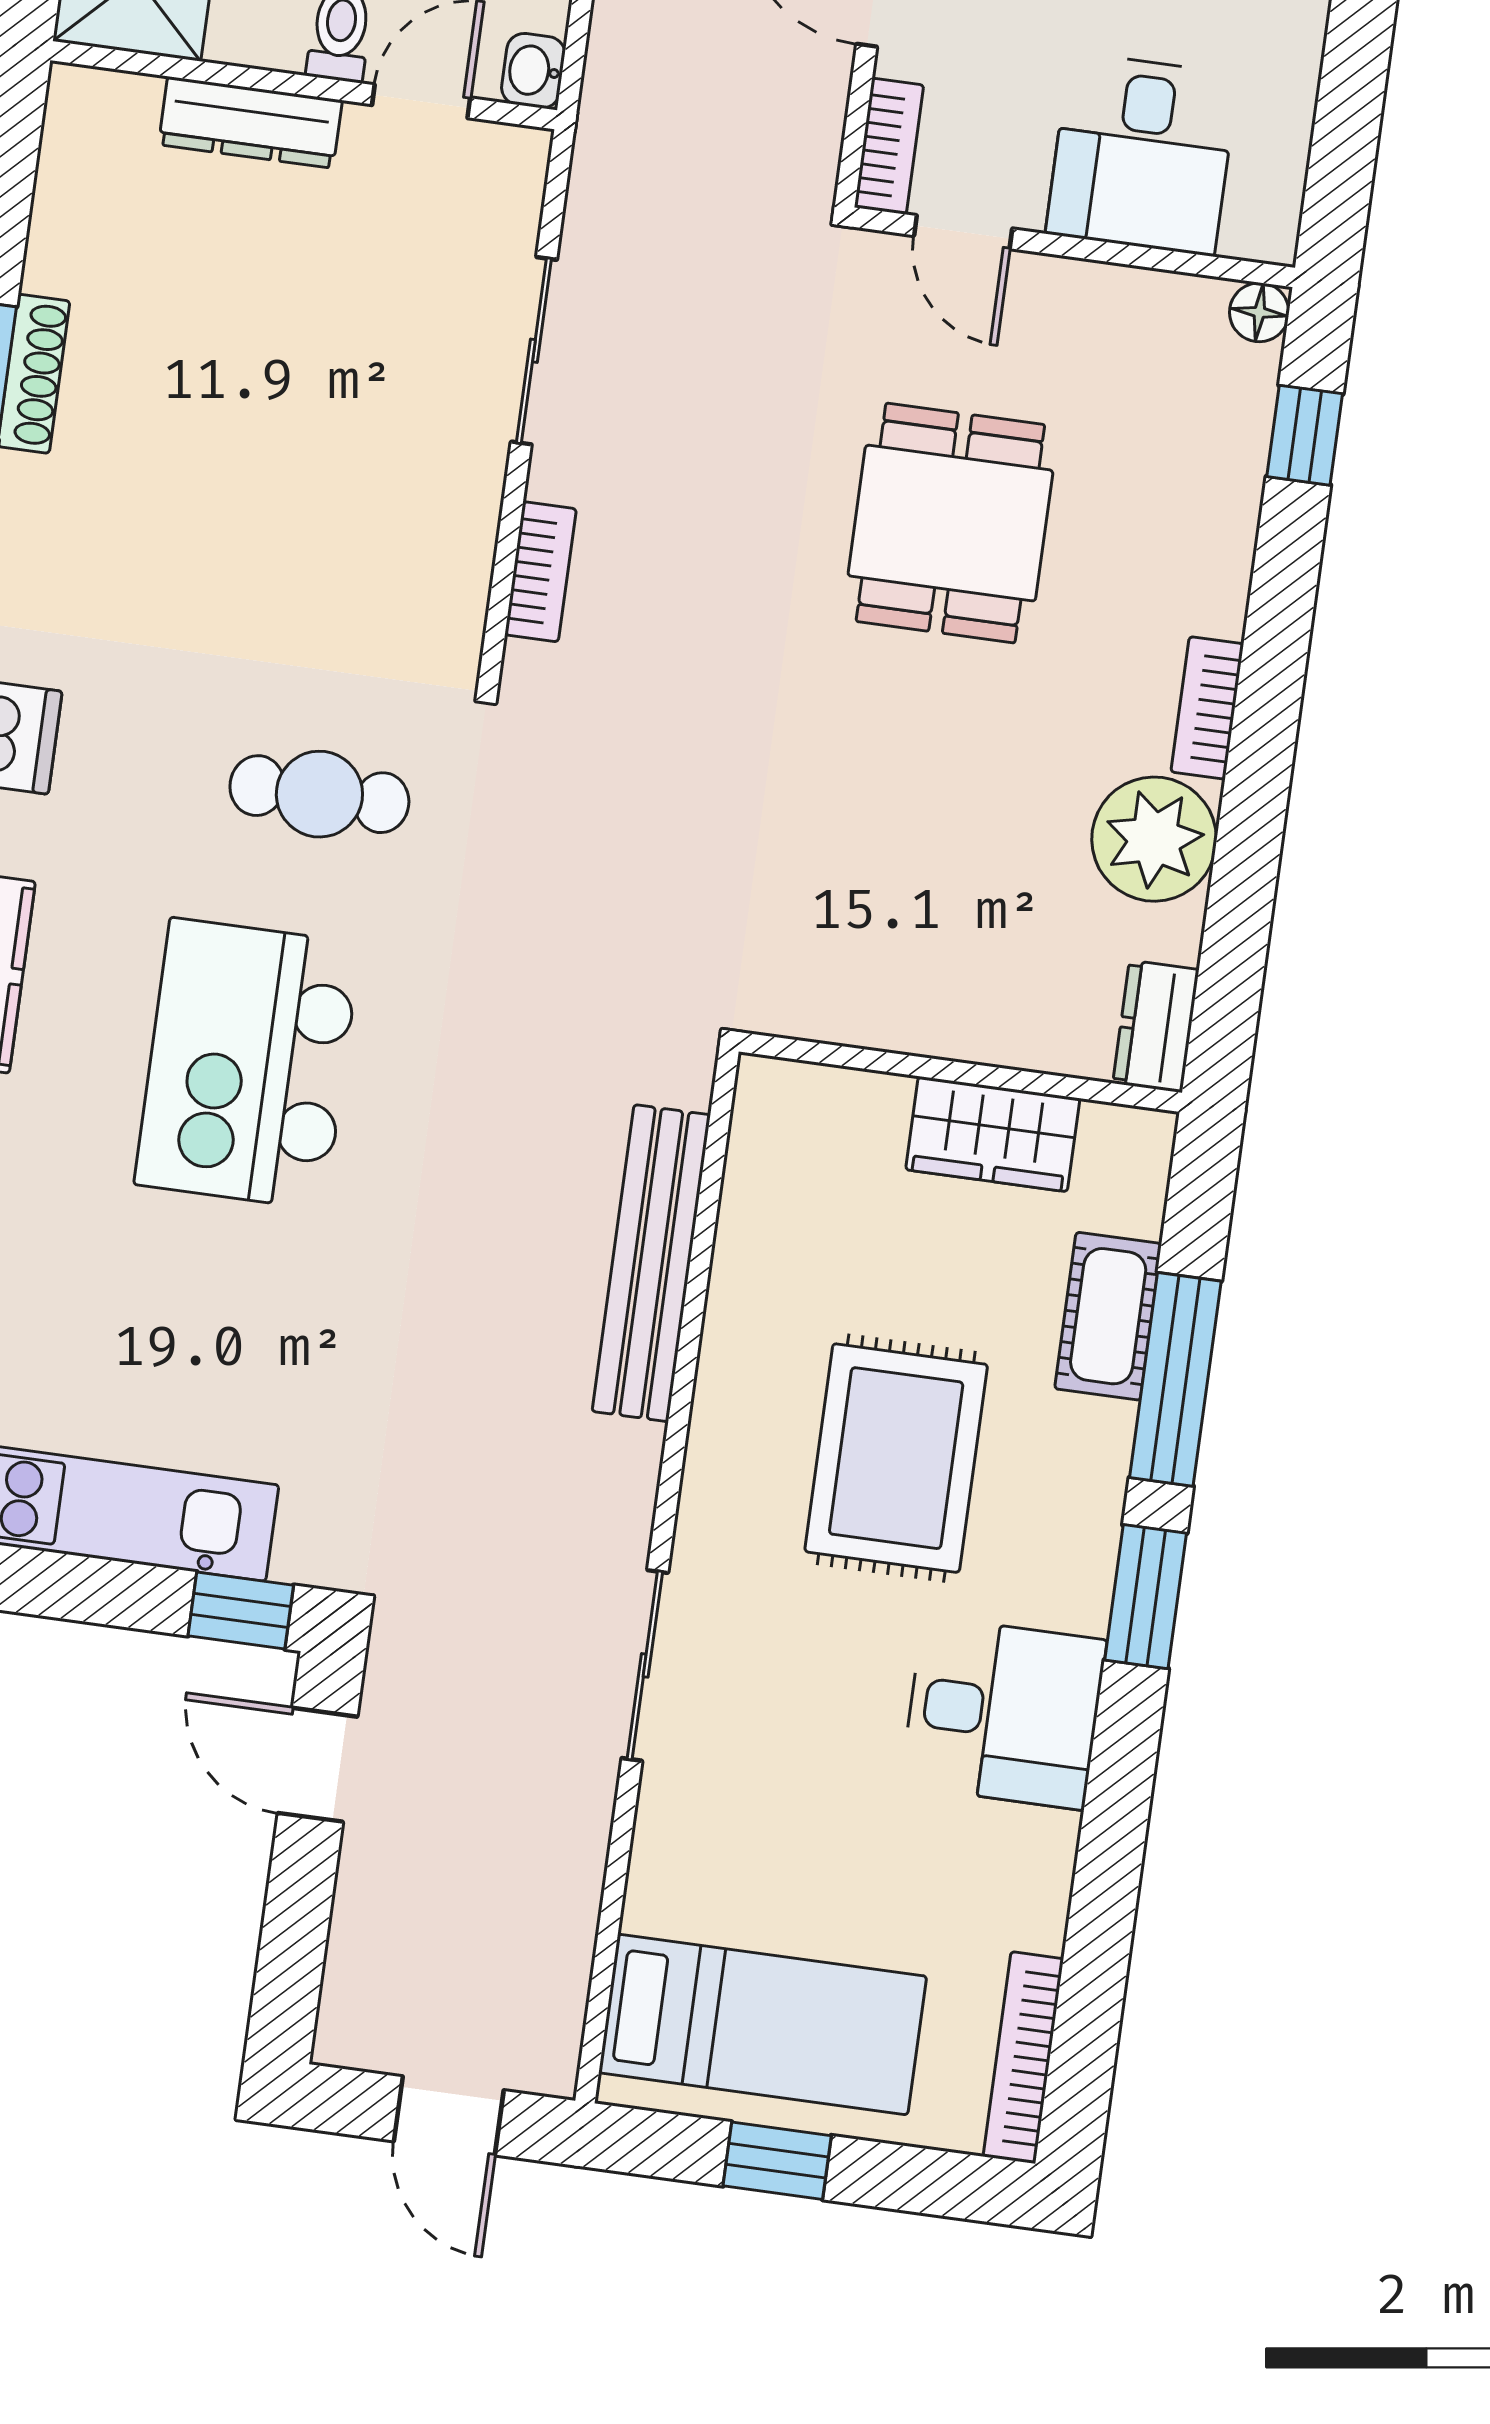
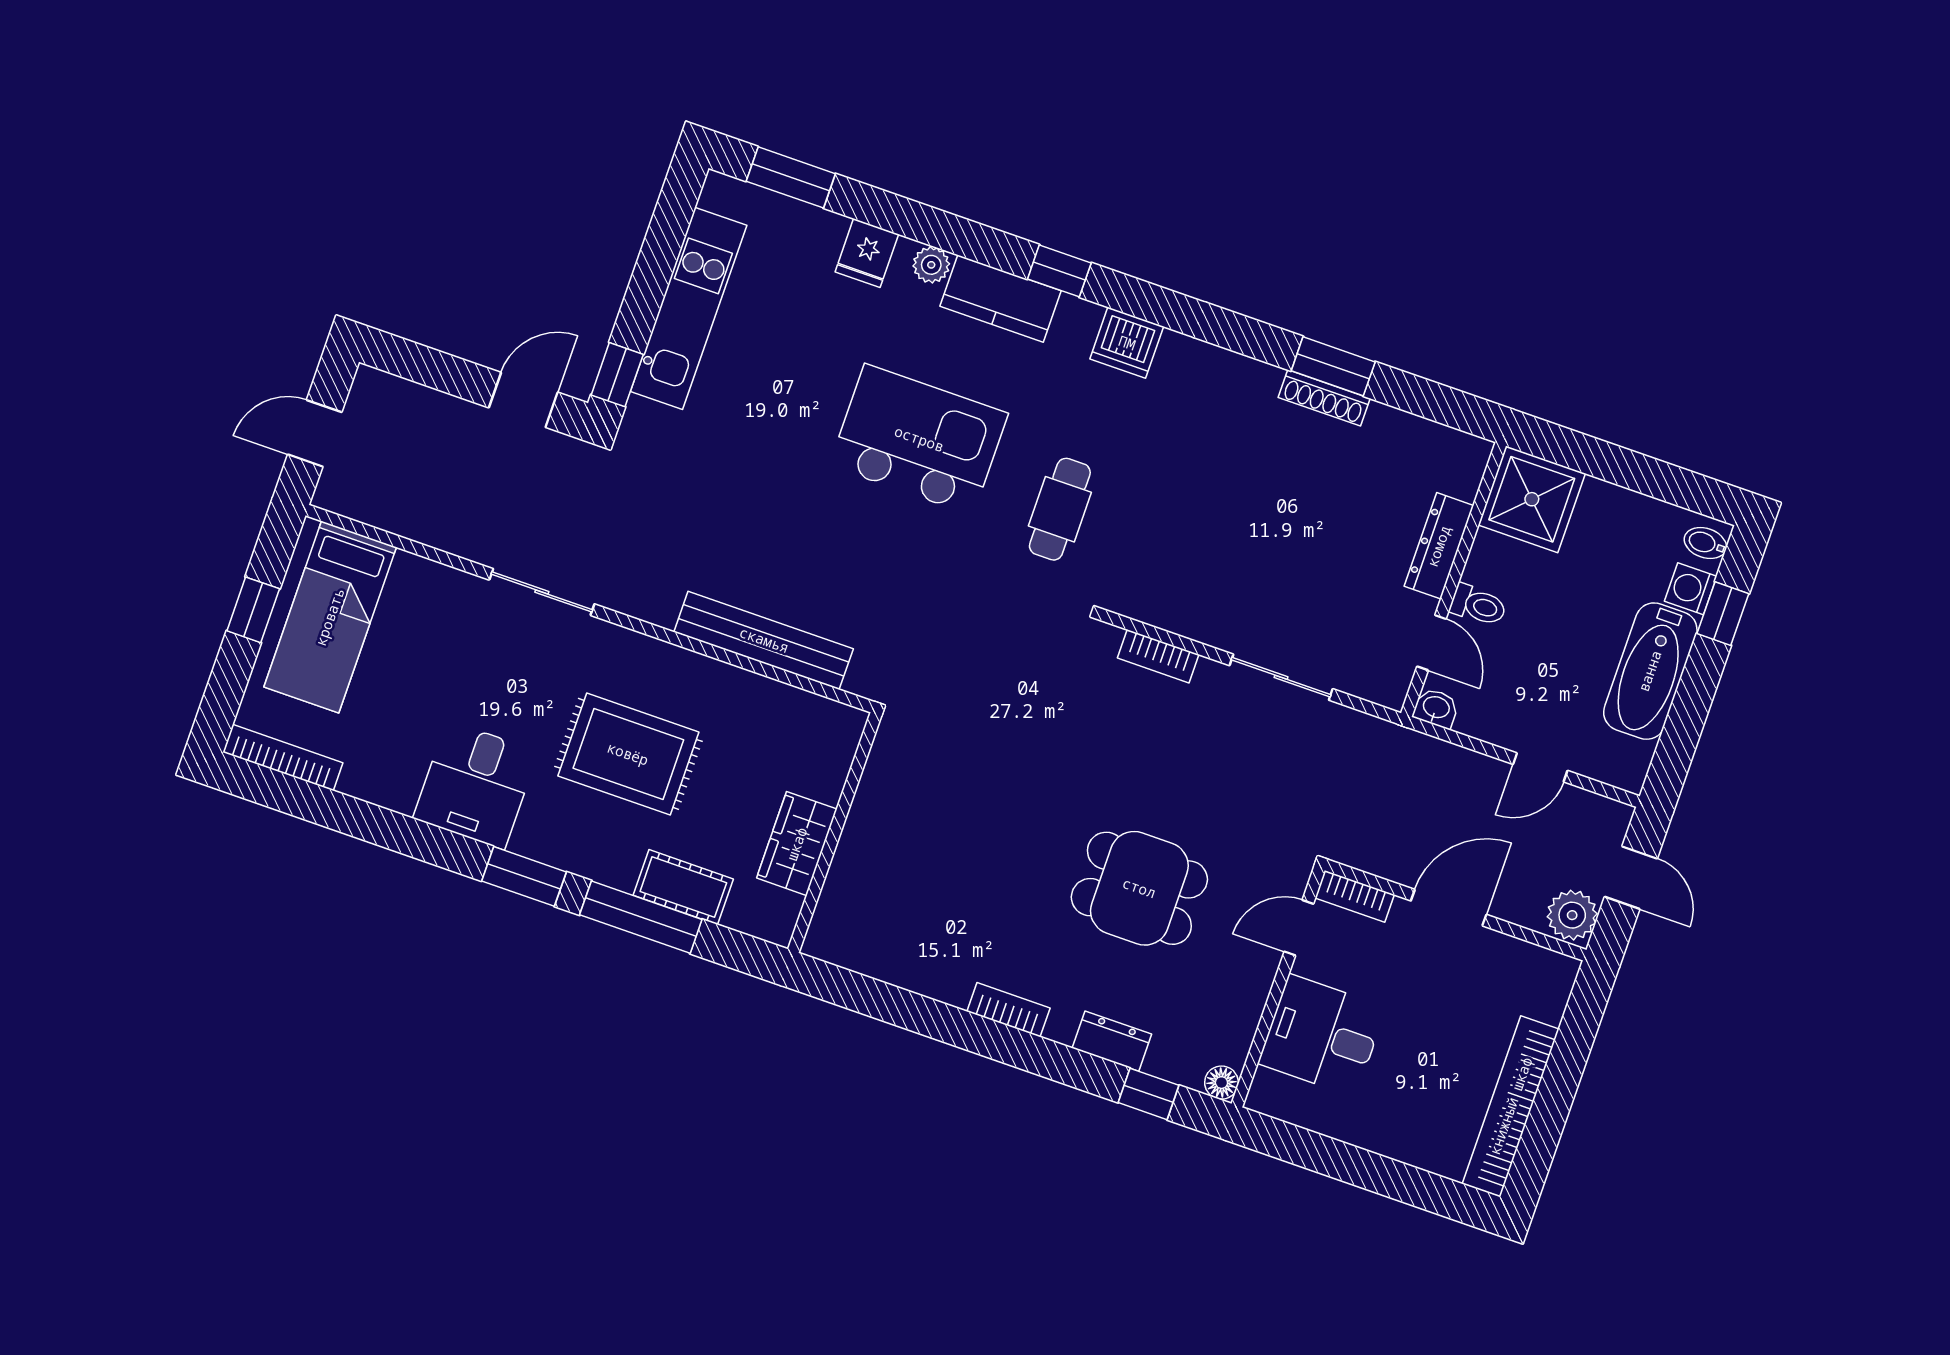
plant: (1154, 839) -> (942, 966), removed
dresser: (1156, 1026) -> (1112, 1041), moved

